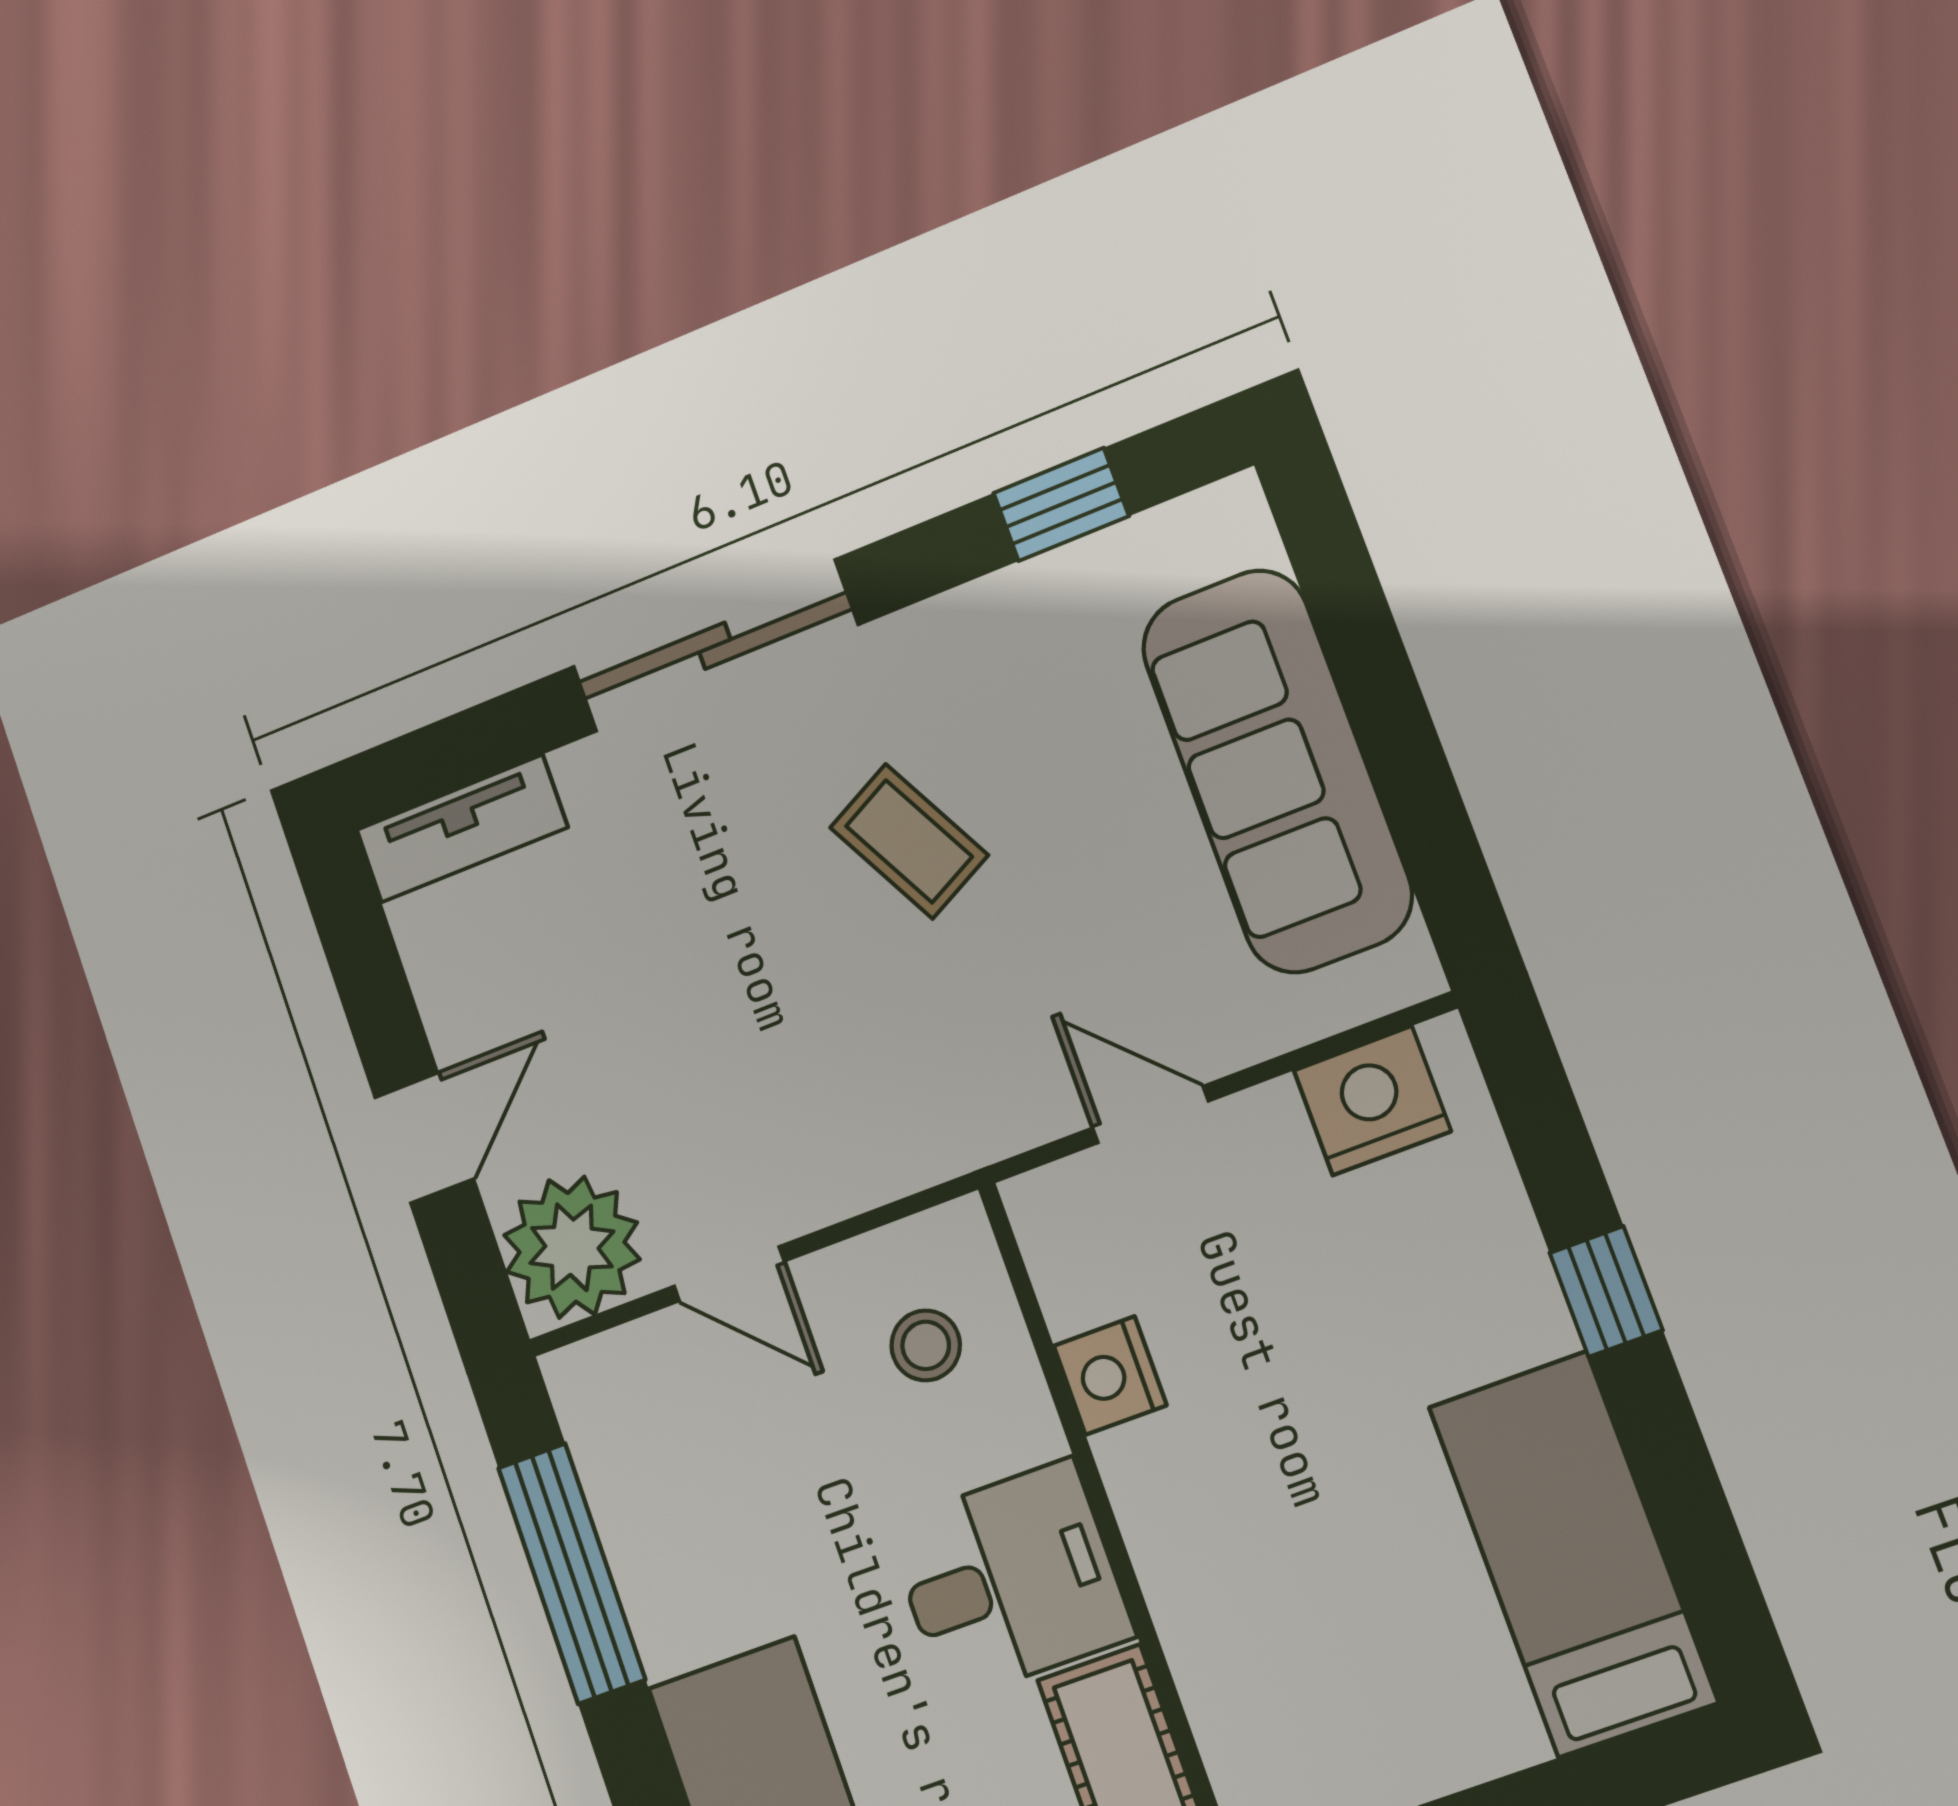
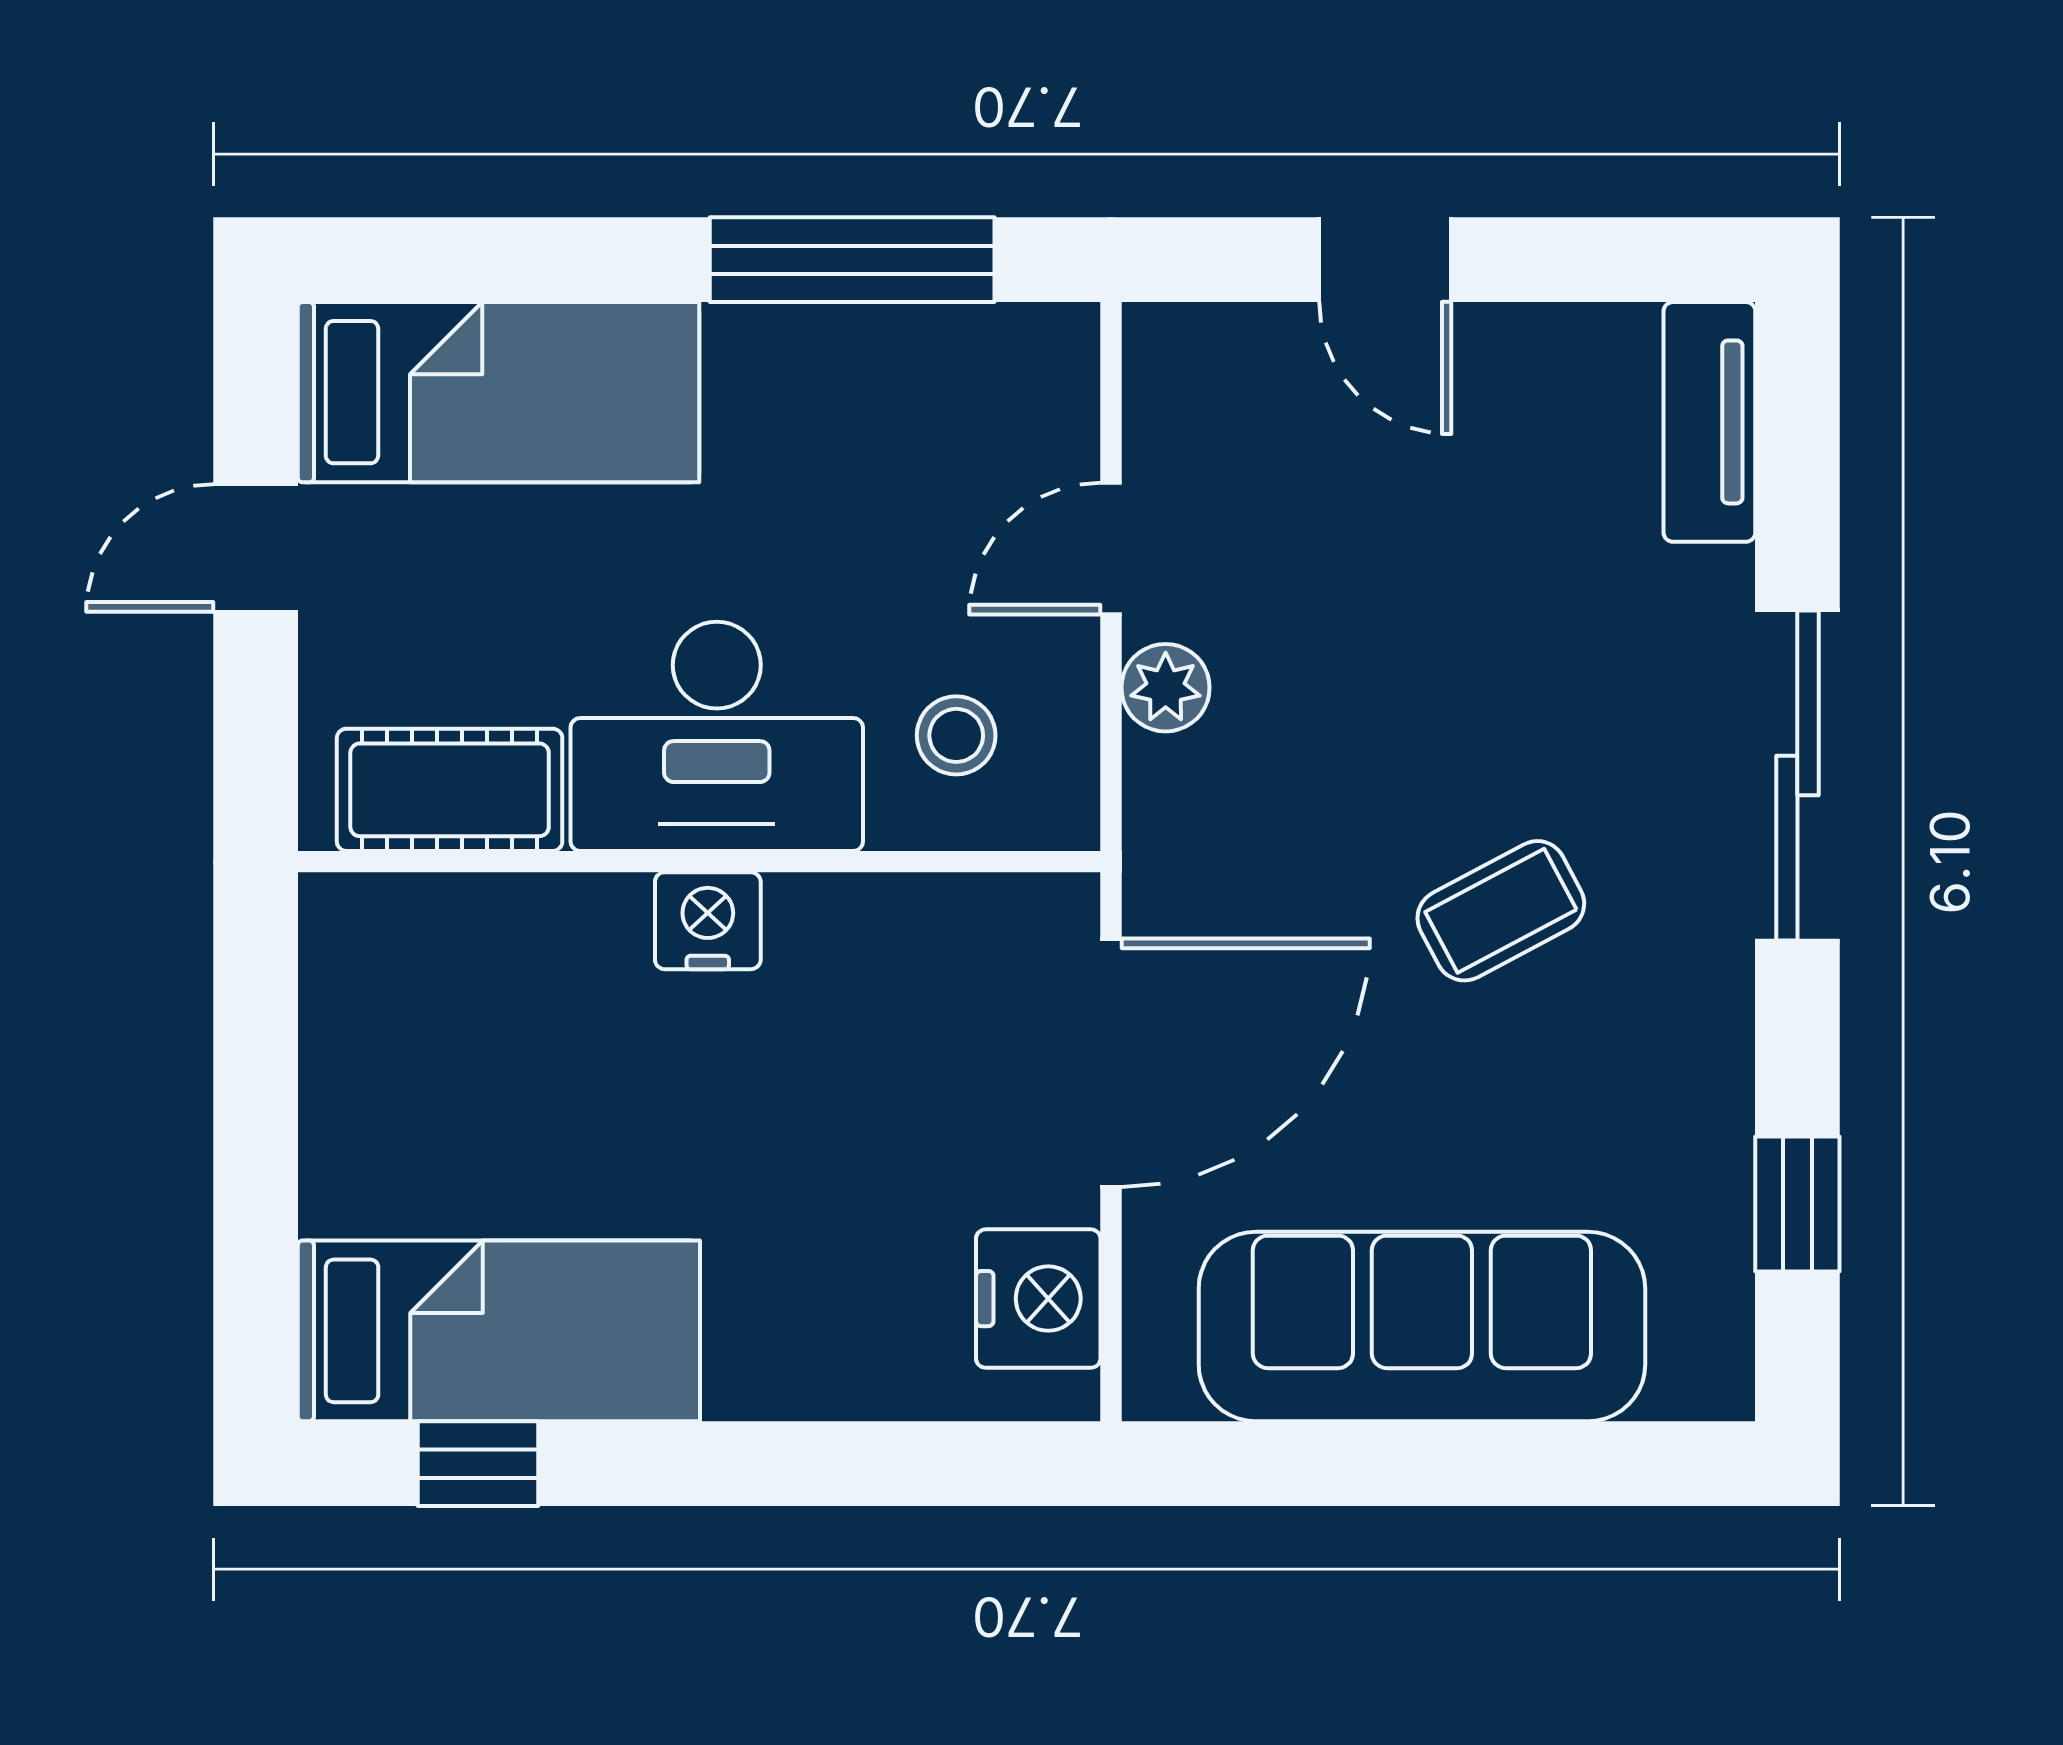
door: (1150, 1115) -> (1111, 1063), width x1.87
plant: (572, 1247) -> (1166, 688), moved, width x0.53, depth x0.53
window: (1606, 1291) -> (478, 1464), moved
nightstand: (1110, 1376) -> (708, 921), moved
desk: (1009, 1580) -> (717, 736), width x1.37

